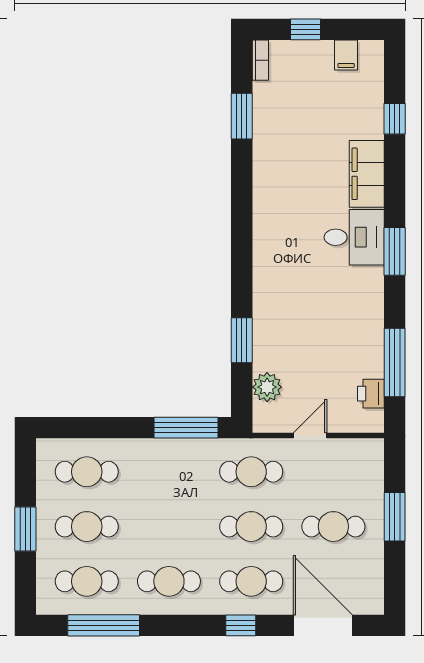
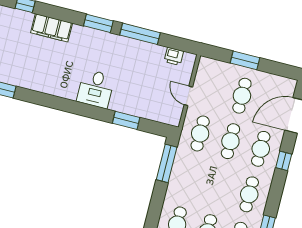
desk: (354, 237) -> (96, 89), moved, turned 180
window: (395, 363) -> (140, 34), moved
plant: (267, 387) -> (156, 113), removed

